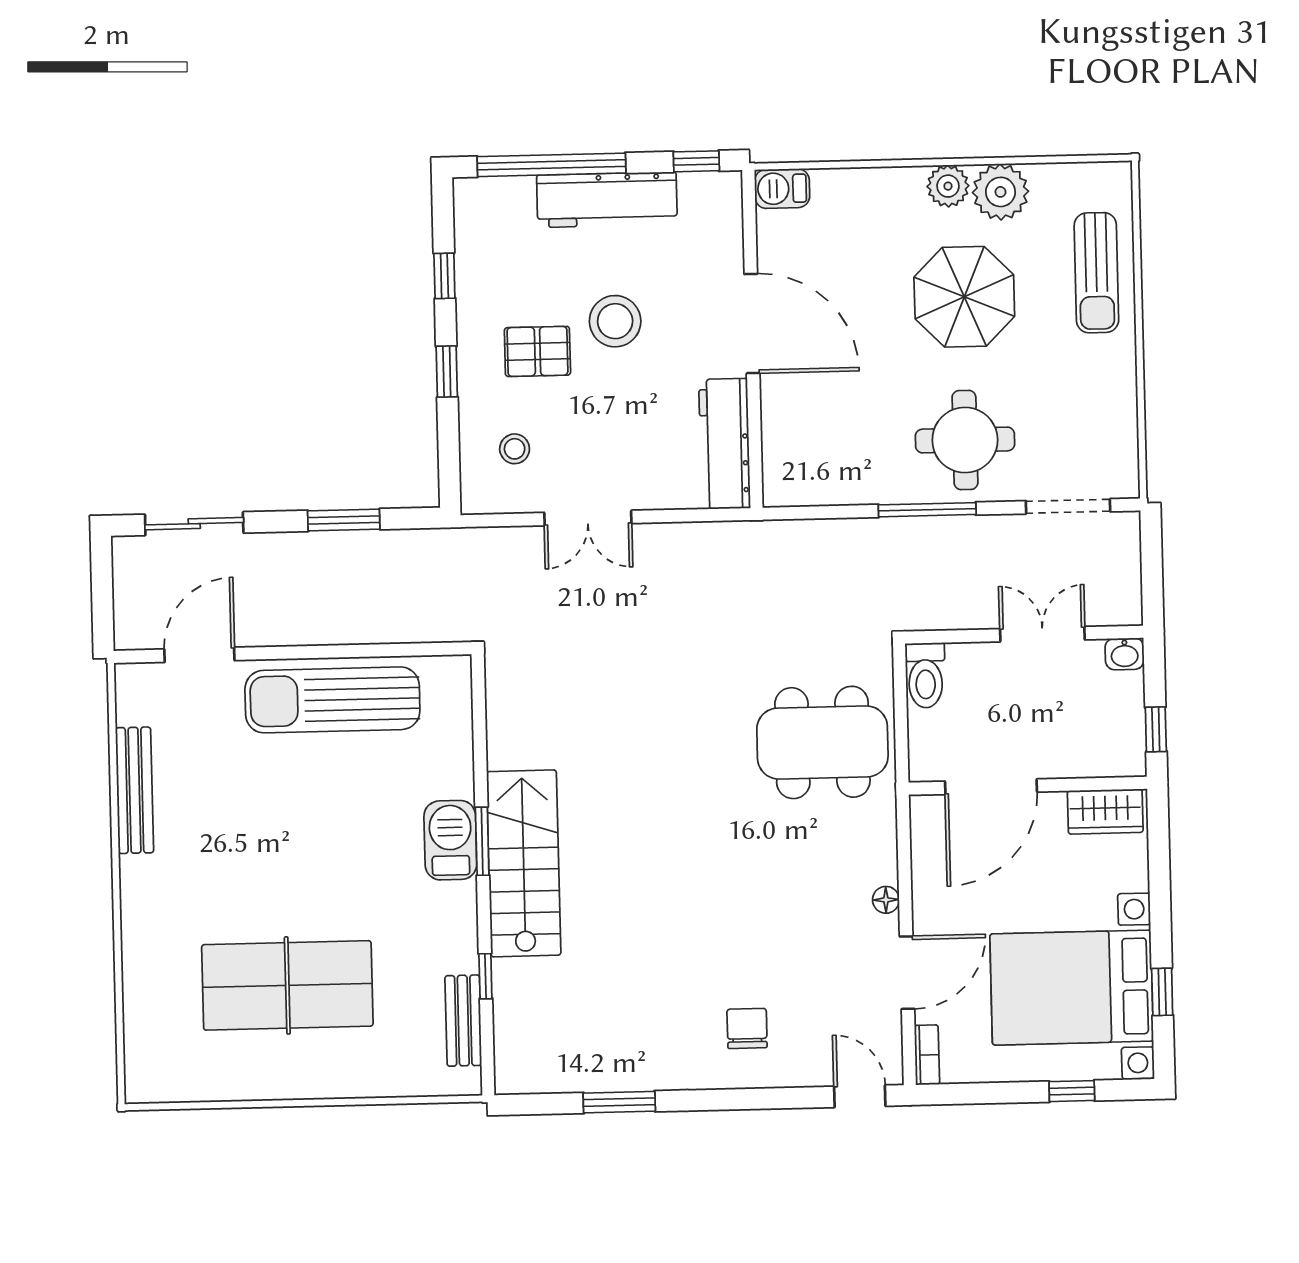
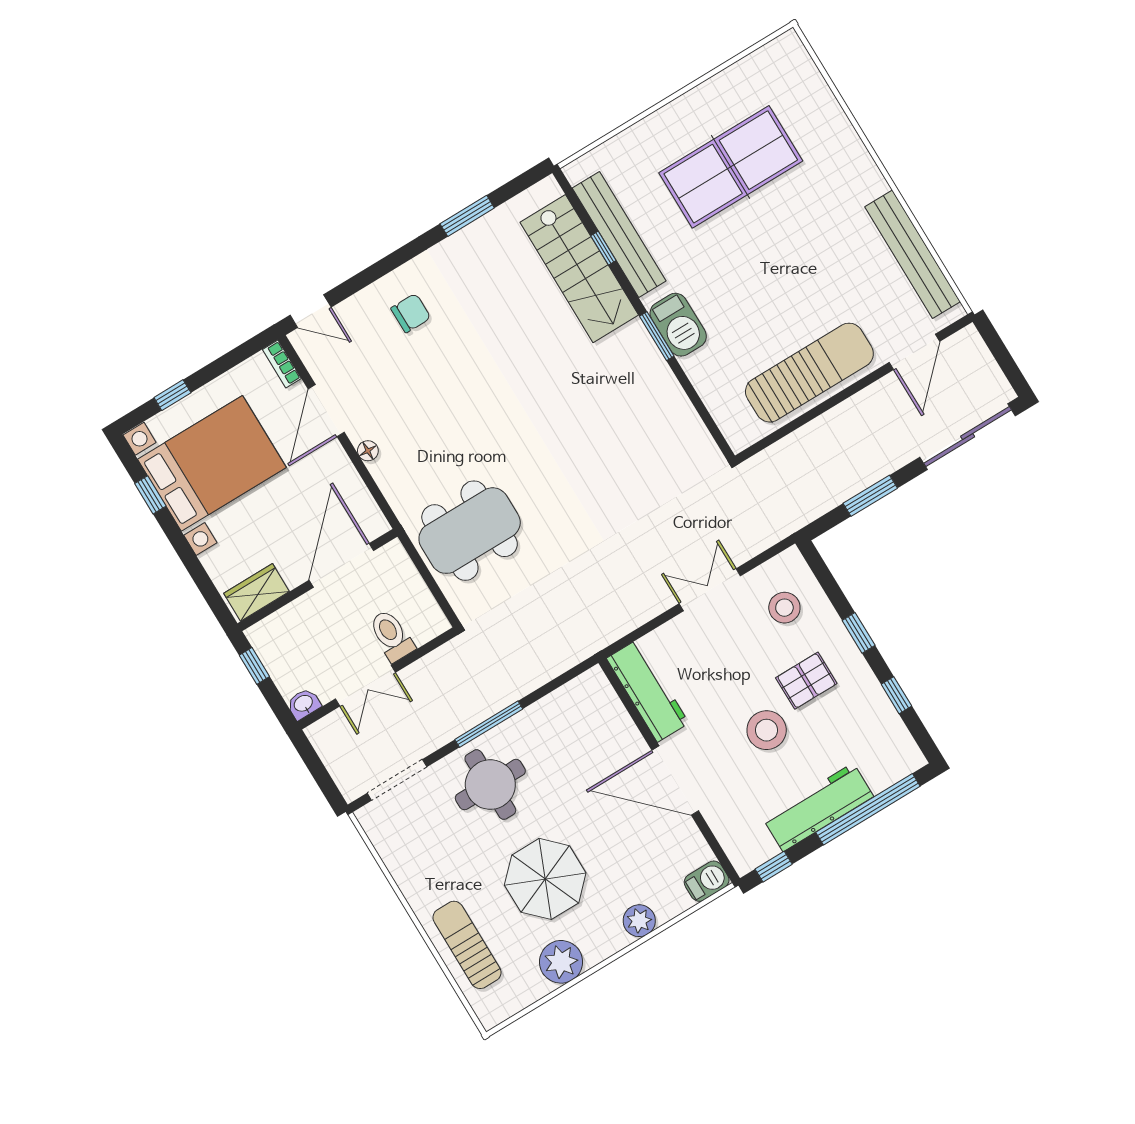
plant: (948, 186) -> (639, 921), moved
stool: (515, 449) -> (784, 608), width x1.37, depth x1.37
sliding door: (194, 524) -> (968, 437), width x1.37
toilet: (925, 675) -> (392, 636), moved
bench: (134, 790) -> (912, 254), width x1.37, depth x1.21
stairs: (524, 863) -> (579, 269), moved
bench: (463, 1021) -> (619, 234), width x1.86, depth x1.21
chair: (747, 1028) -> (411, 313), turned -90

